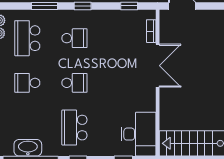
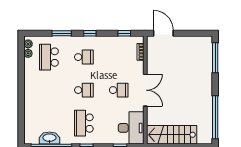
double door: (158, 66) -> (145, 90), moved
school desk: (27, 83) -> (119, 90), moved, turned 180

